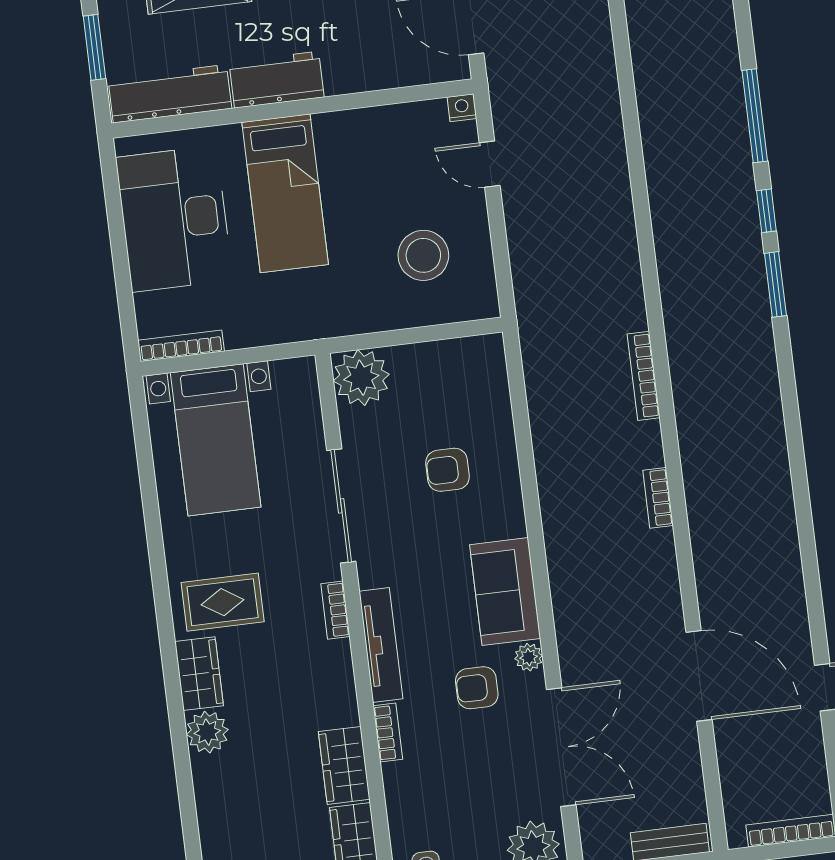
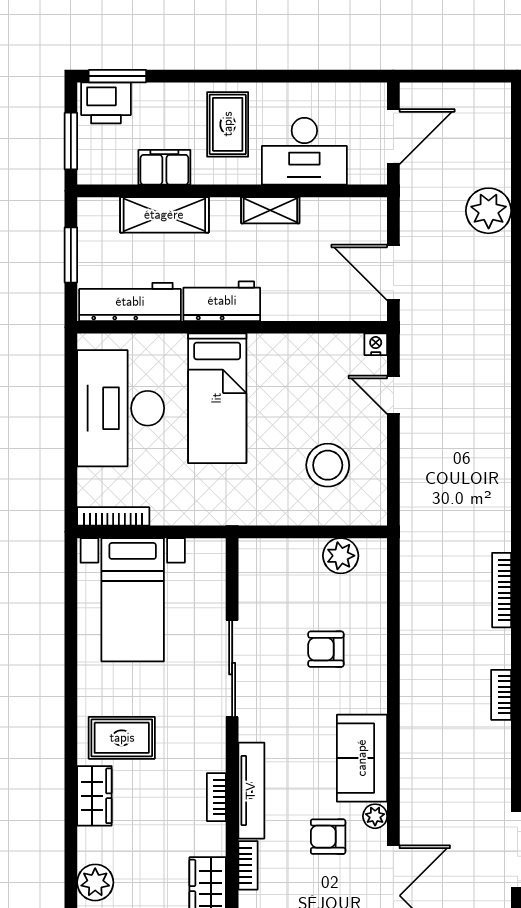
plant: (361, 378) -> (341, 556), moved, width x0.73, depth x0.73
bookcase: (335, 610) -> (216, 797), moved
plant: (207, 732) -> (95, 882), moved

